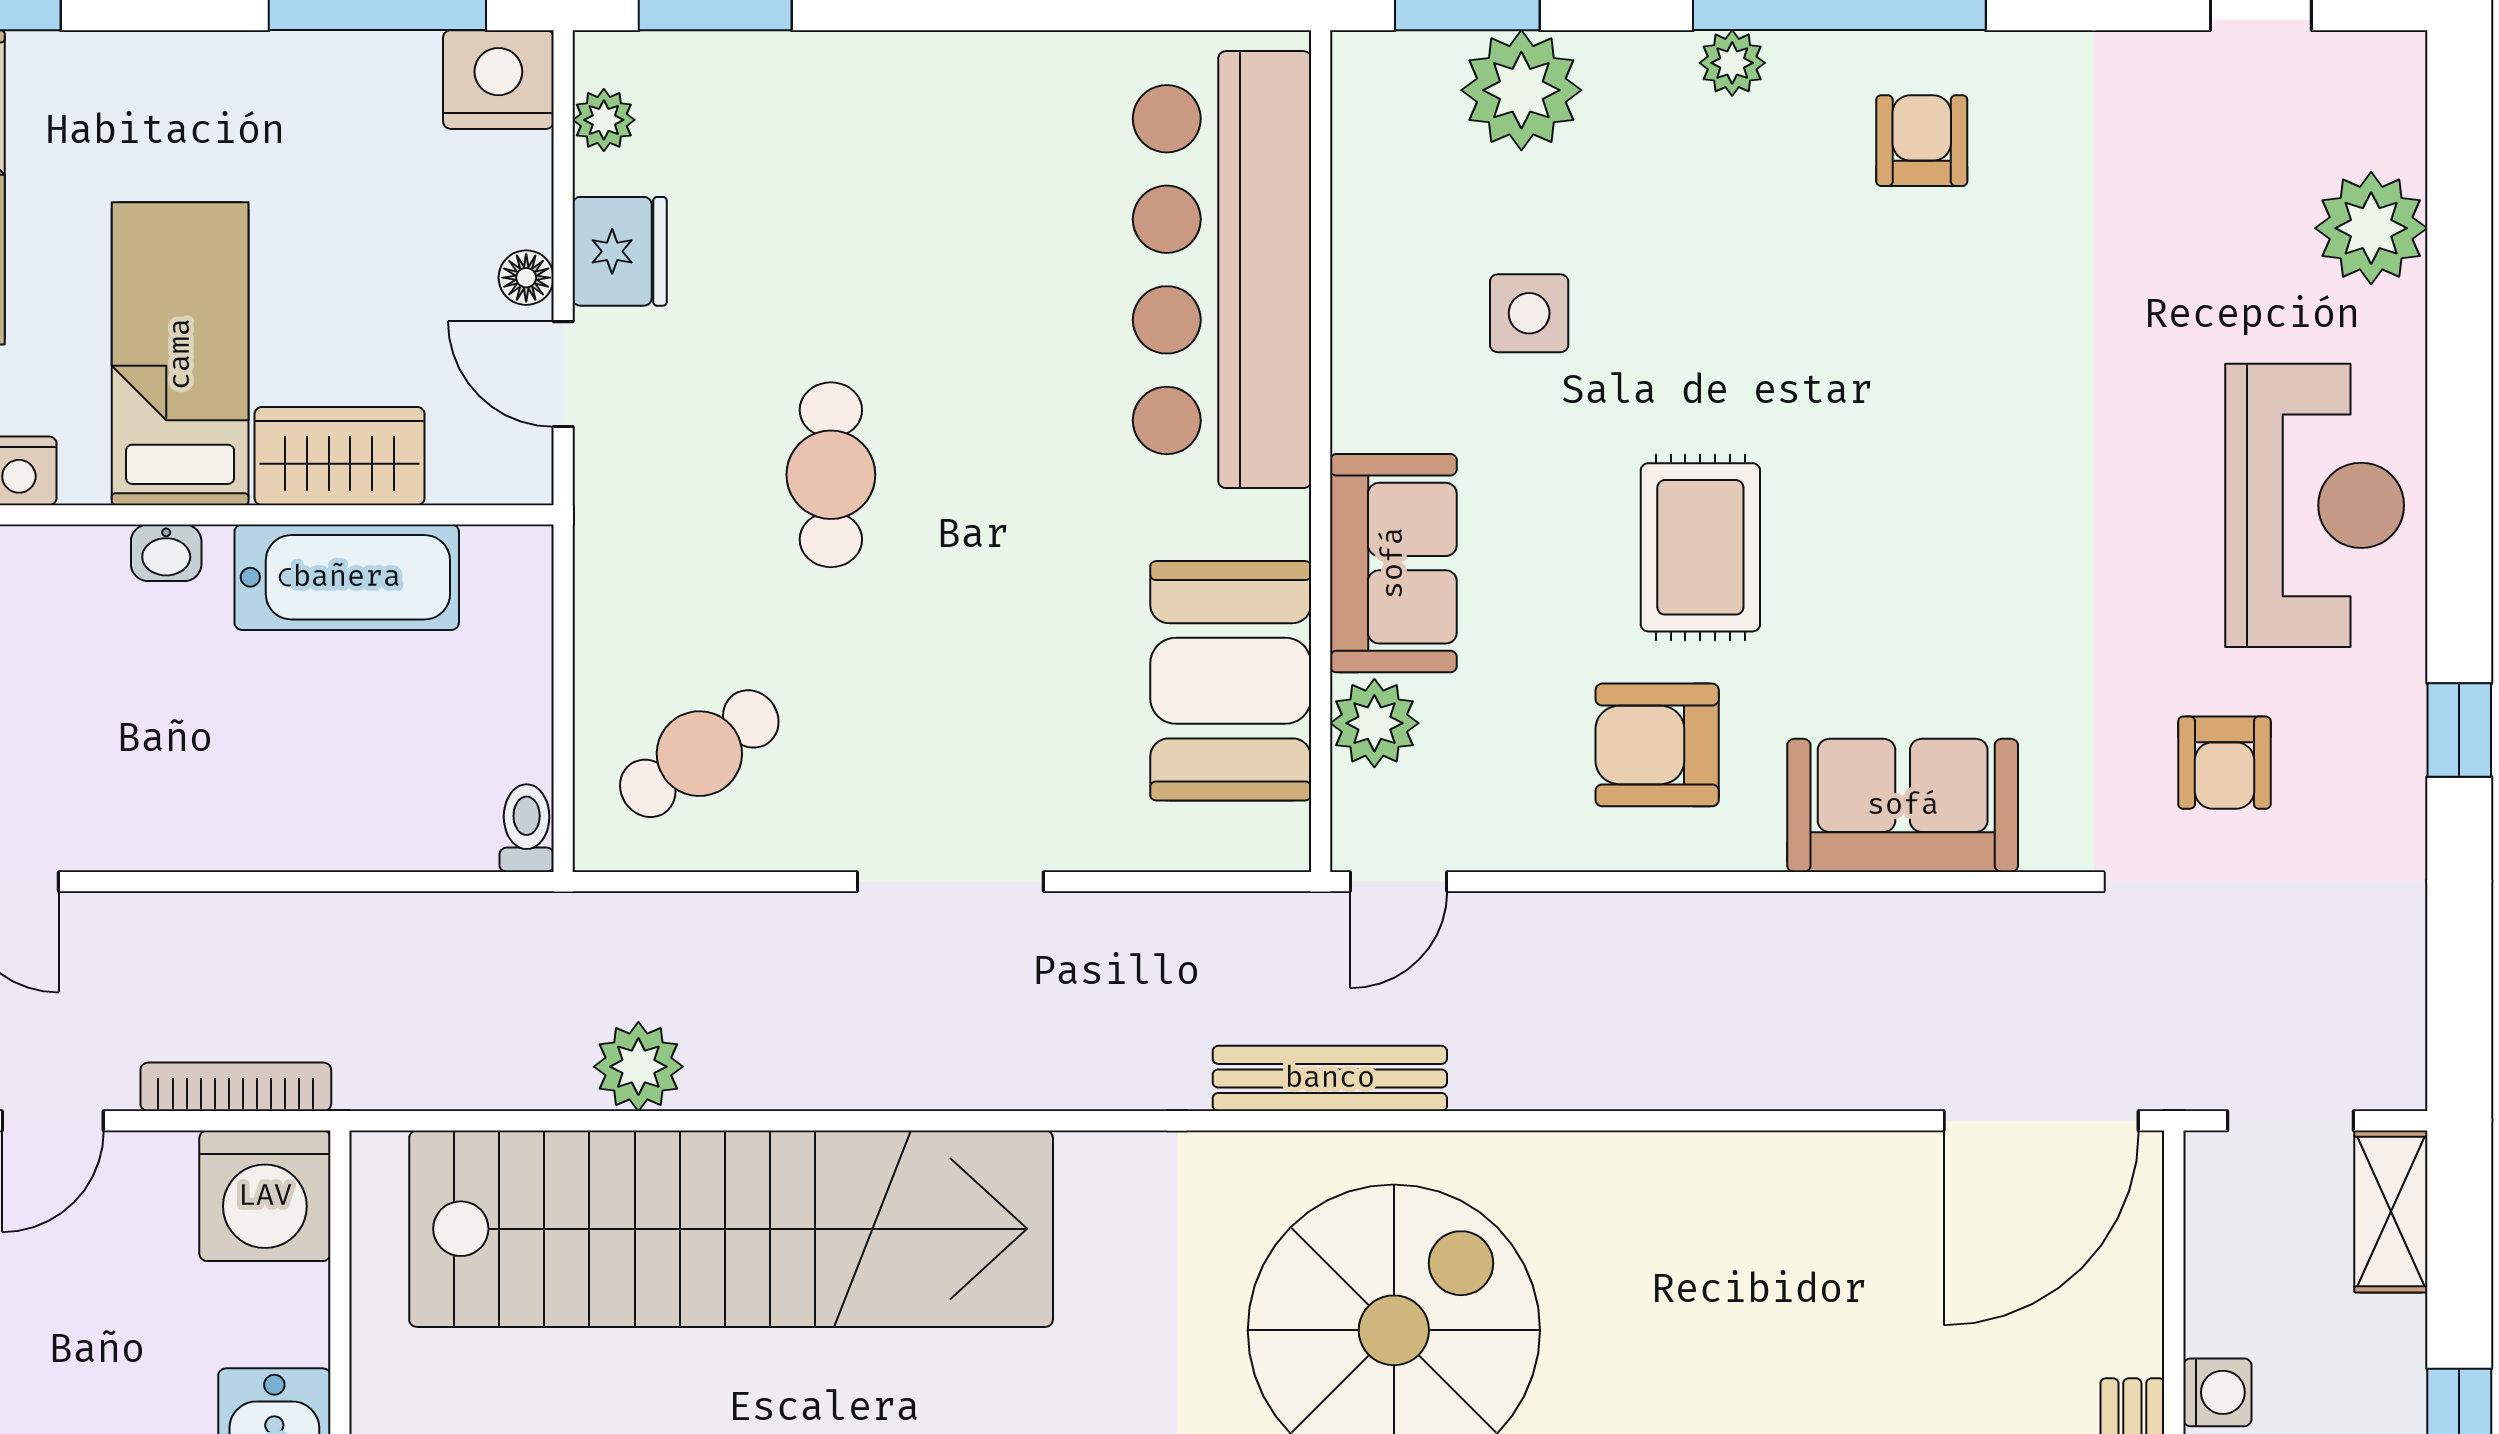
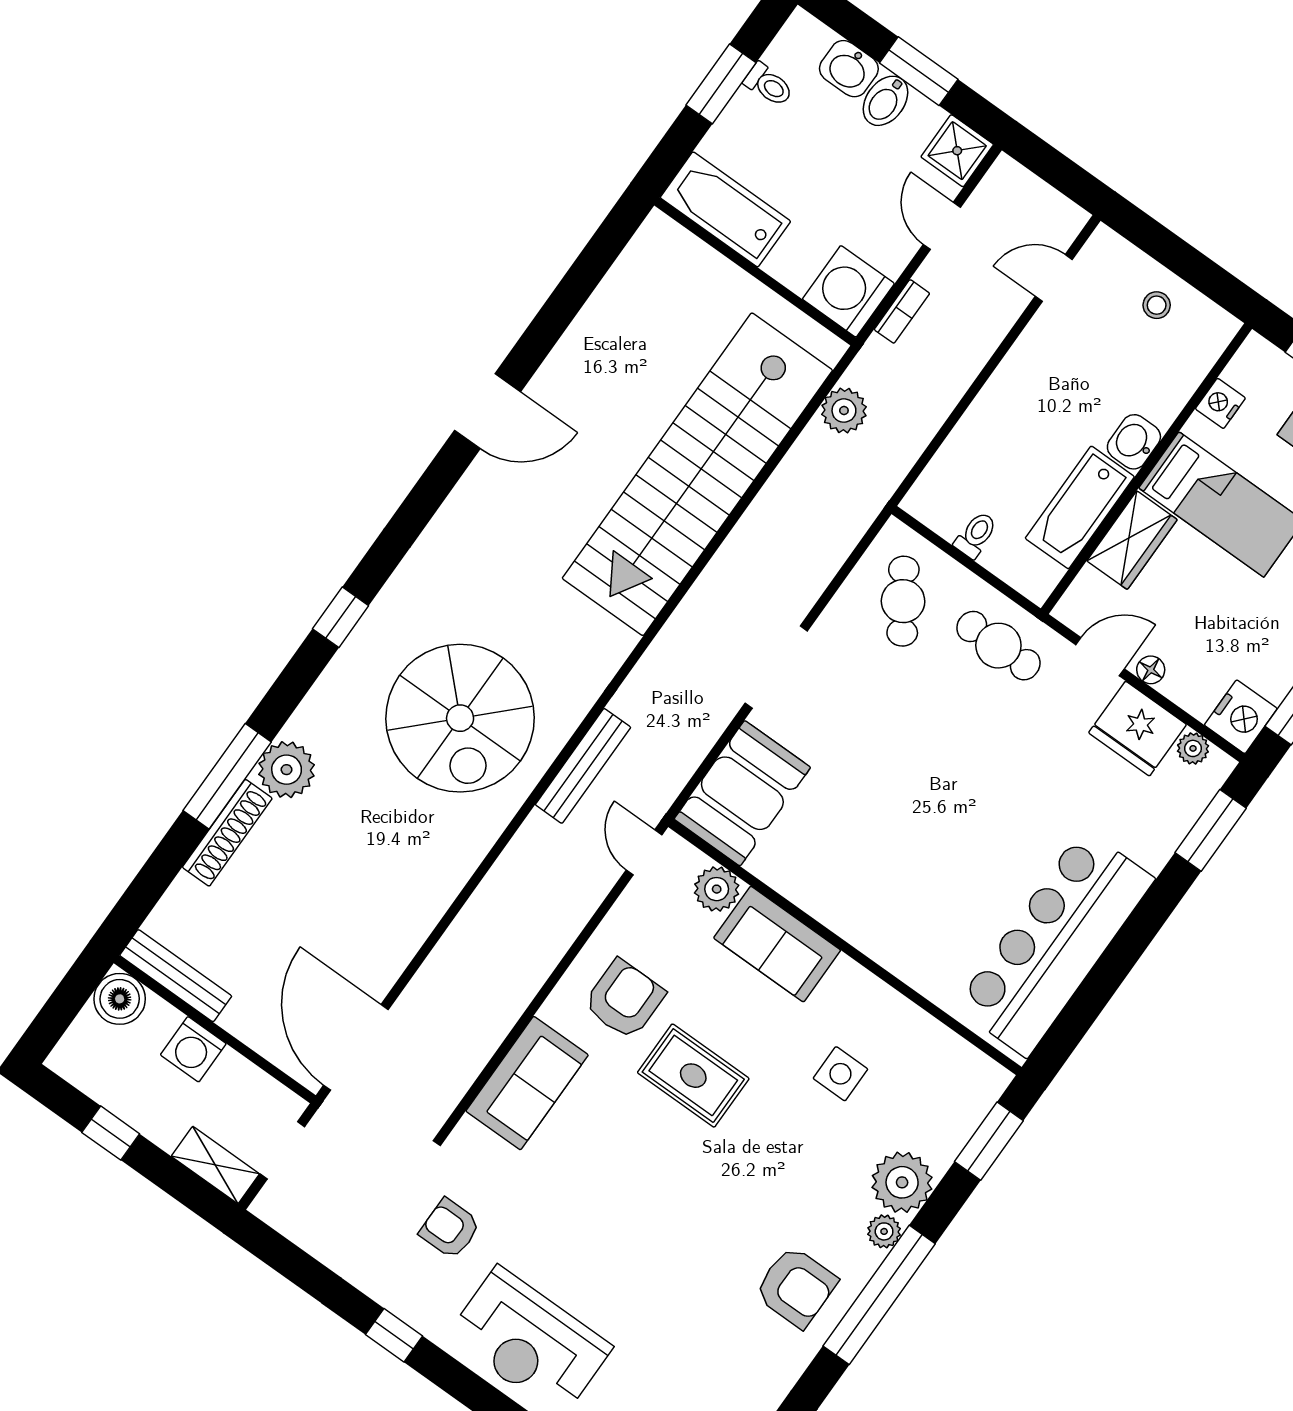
plant: (1521, 90) -> (902, 1182), moved
armchair: (1922, 141) -> (796, 1287), width x1.38, depth x1.38
fridge: (620, 251) -> (1138, 729), width x1.36, depth x1.34
bar counter: (1222, 270) -> (1055, 943), moved, turned -90
cafe table: (831, 475) -> (998, 646), moved
washbasin: (166, 553) -> (1134, 442), width x1.38, depth x1.45
booth: (1231, 681) -> (742, 793), moved, turned 90
toilet: (527, 828) -> (976, 535), moved, turned -90
plant: (638, 1067) -> (844, 411), moved
bookcase: (236, 1087) -> (902, 311), width x0.64
washing machine: (2217, 1392) -> (193, 1049), width x1.38, depth x1.38

